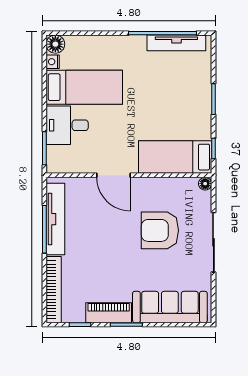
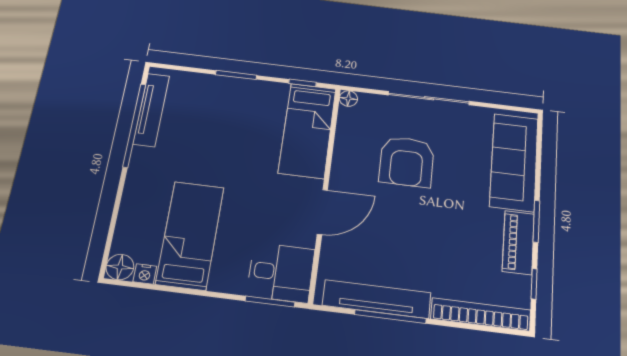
desk: (67, 125) -> (281, 272), moved, turned -90

